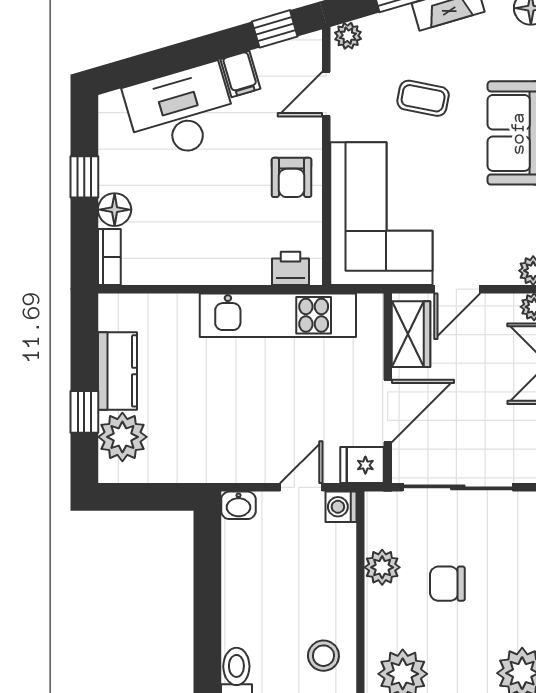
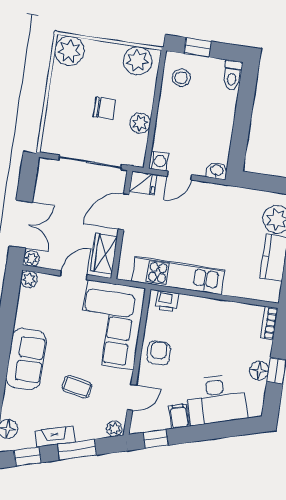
floor lamp: (115, 210) -> (259, 370), moved

